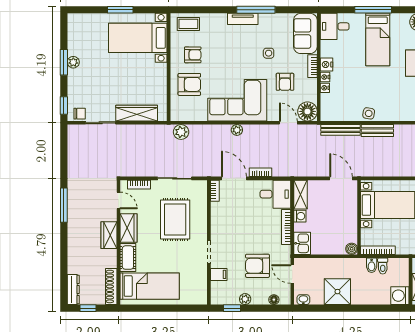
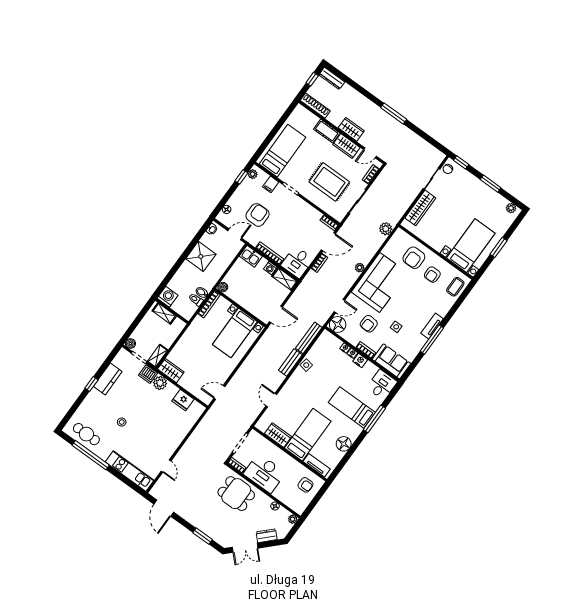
plant: (73, 62) -> (511, 208), moved
armchair: (285, 82) -> (369, 324), turned -87
bed: (150, 286) -> (283, 151), moved, turned 180
plant: (245, 299) -> (253, 174), moved

